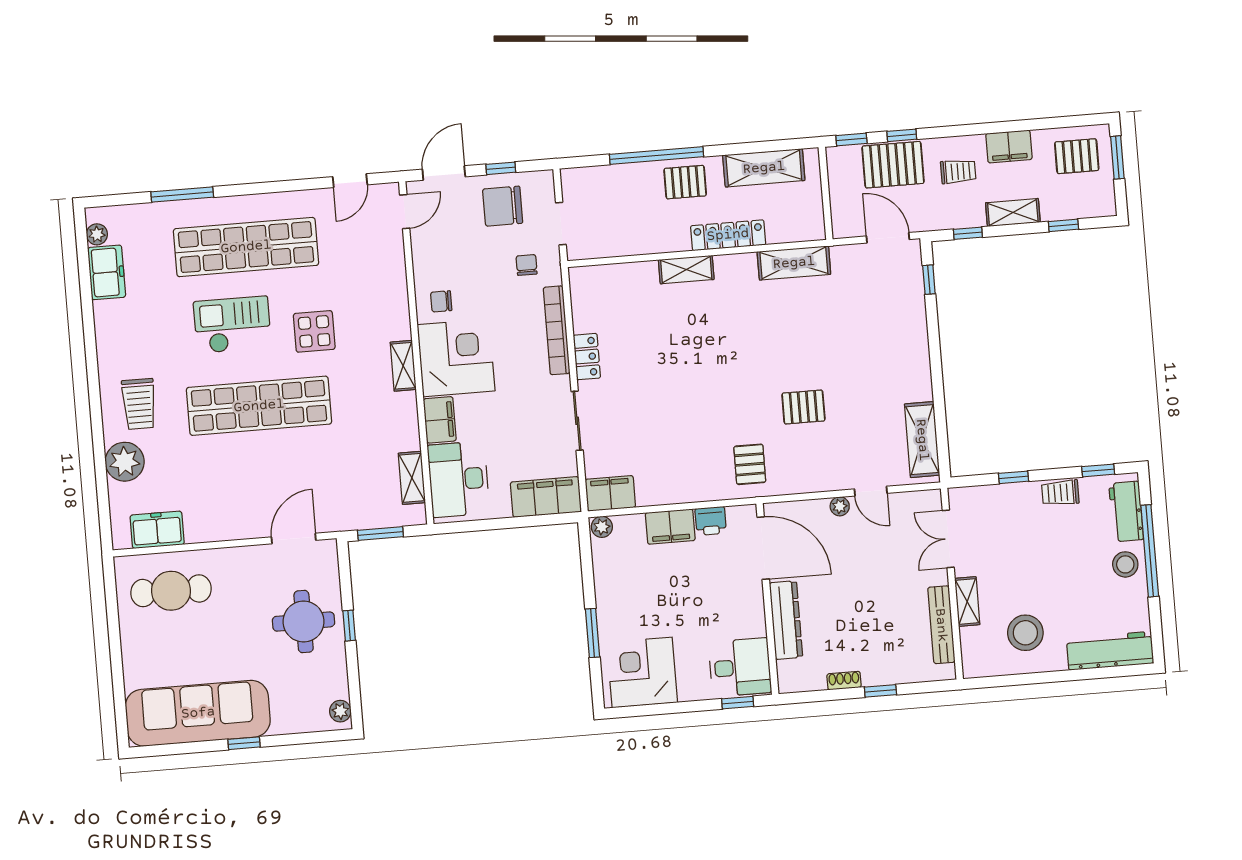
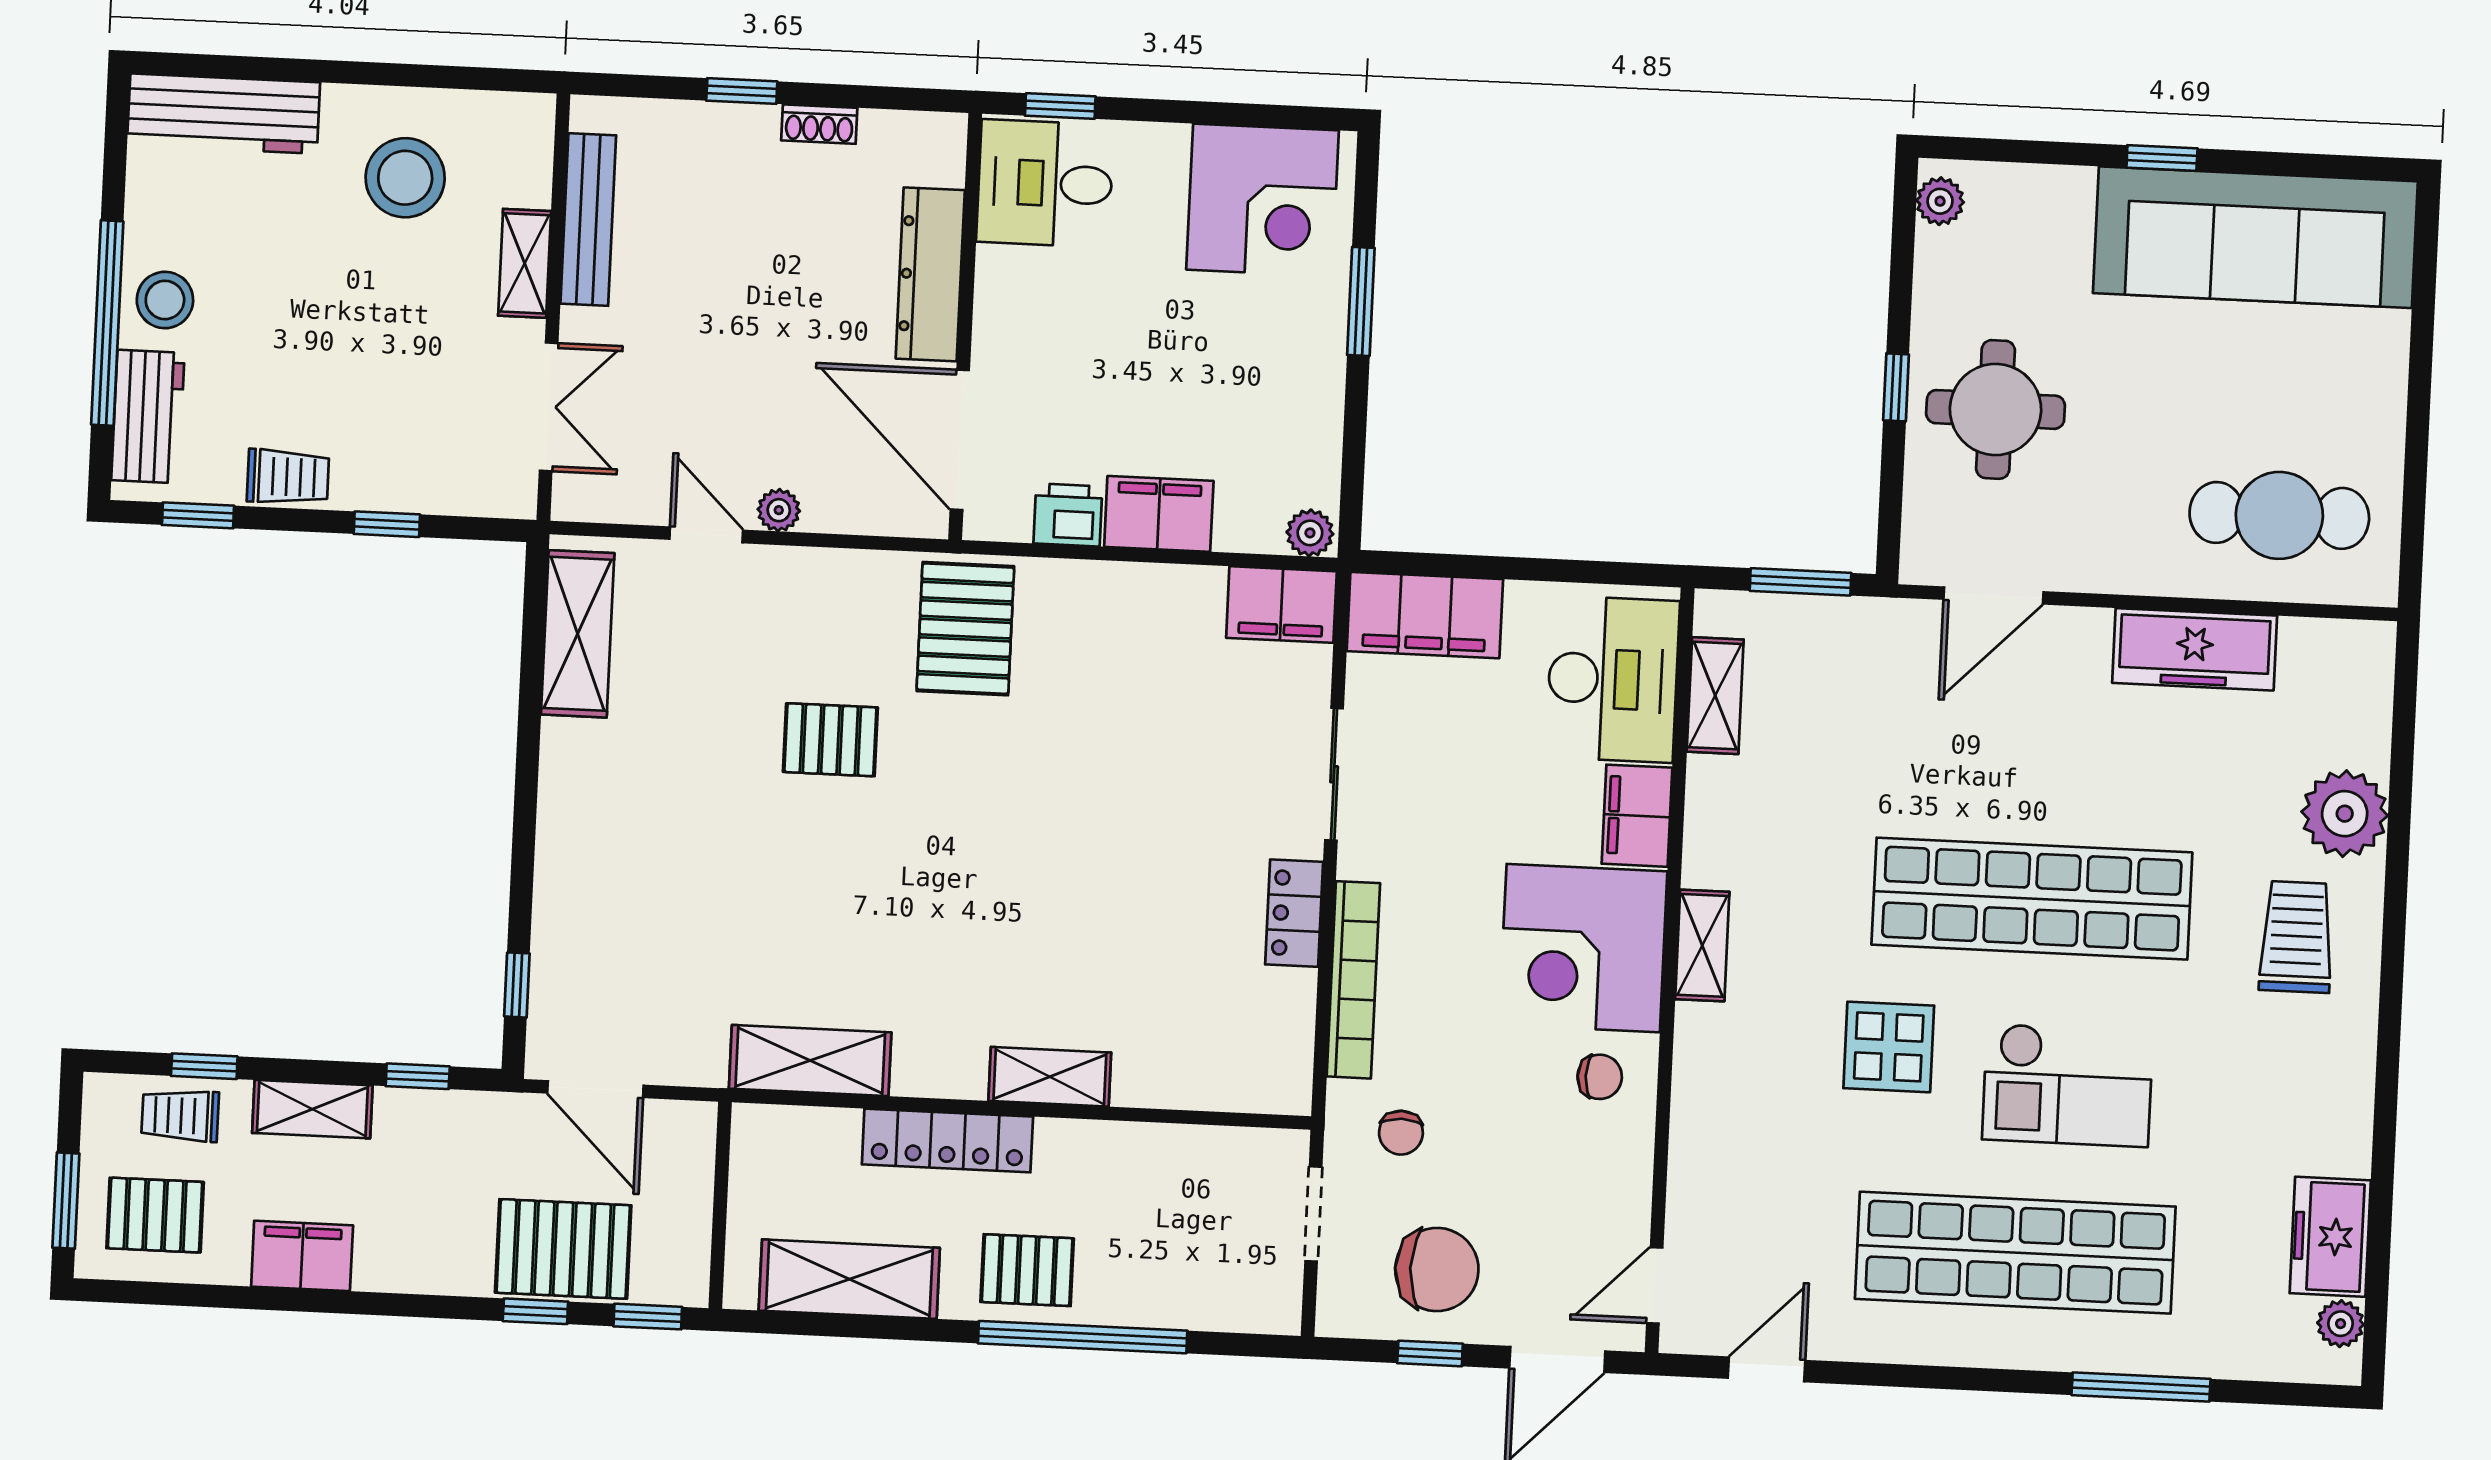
trolley: (958, 171) -> (180, 1116), moved
pallet: (750, 464) -> (965, 629), width x1.50, depth x1.42
freezer: (157, 530) -> (2195, 649), moved, width x1.40

